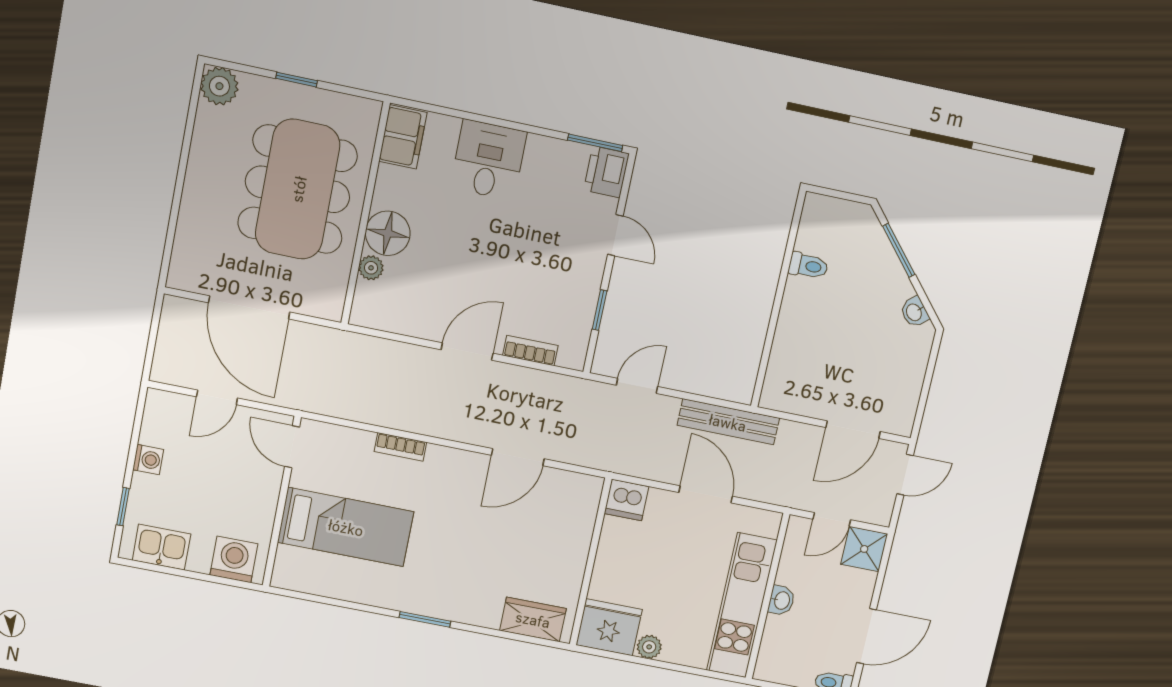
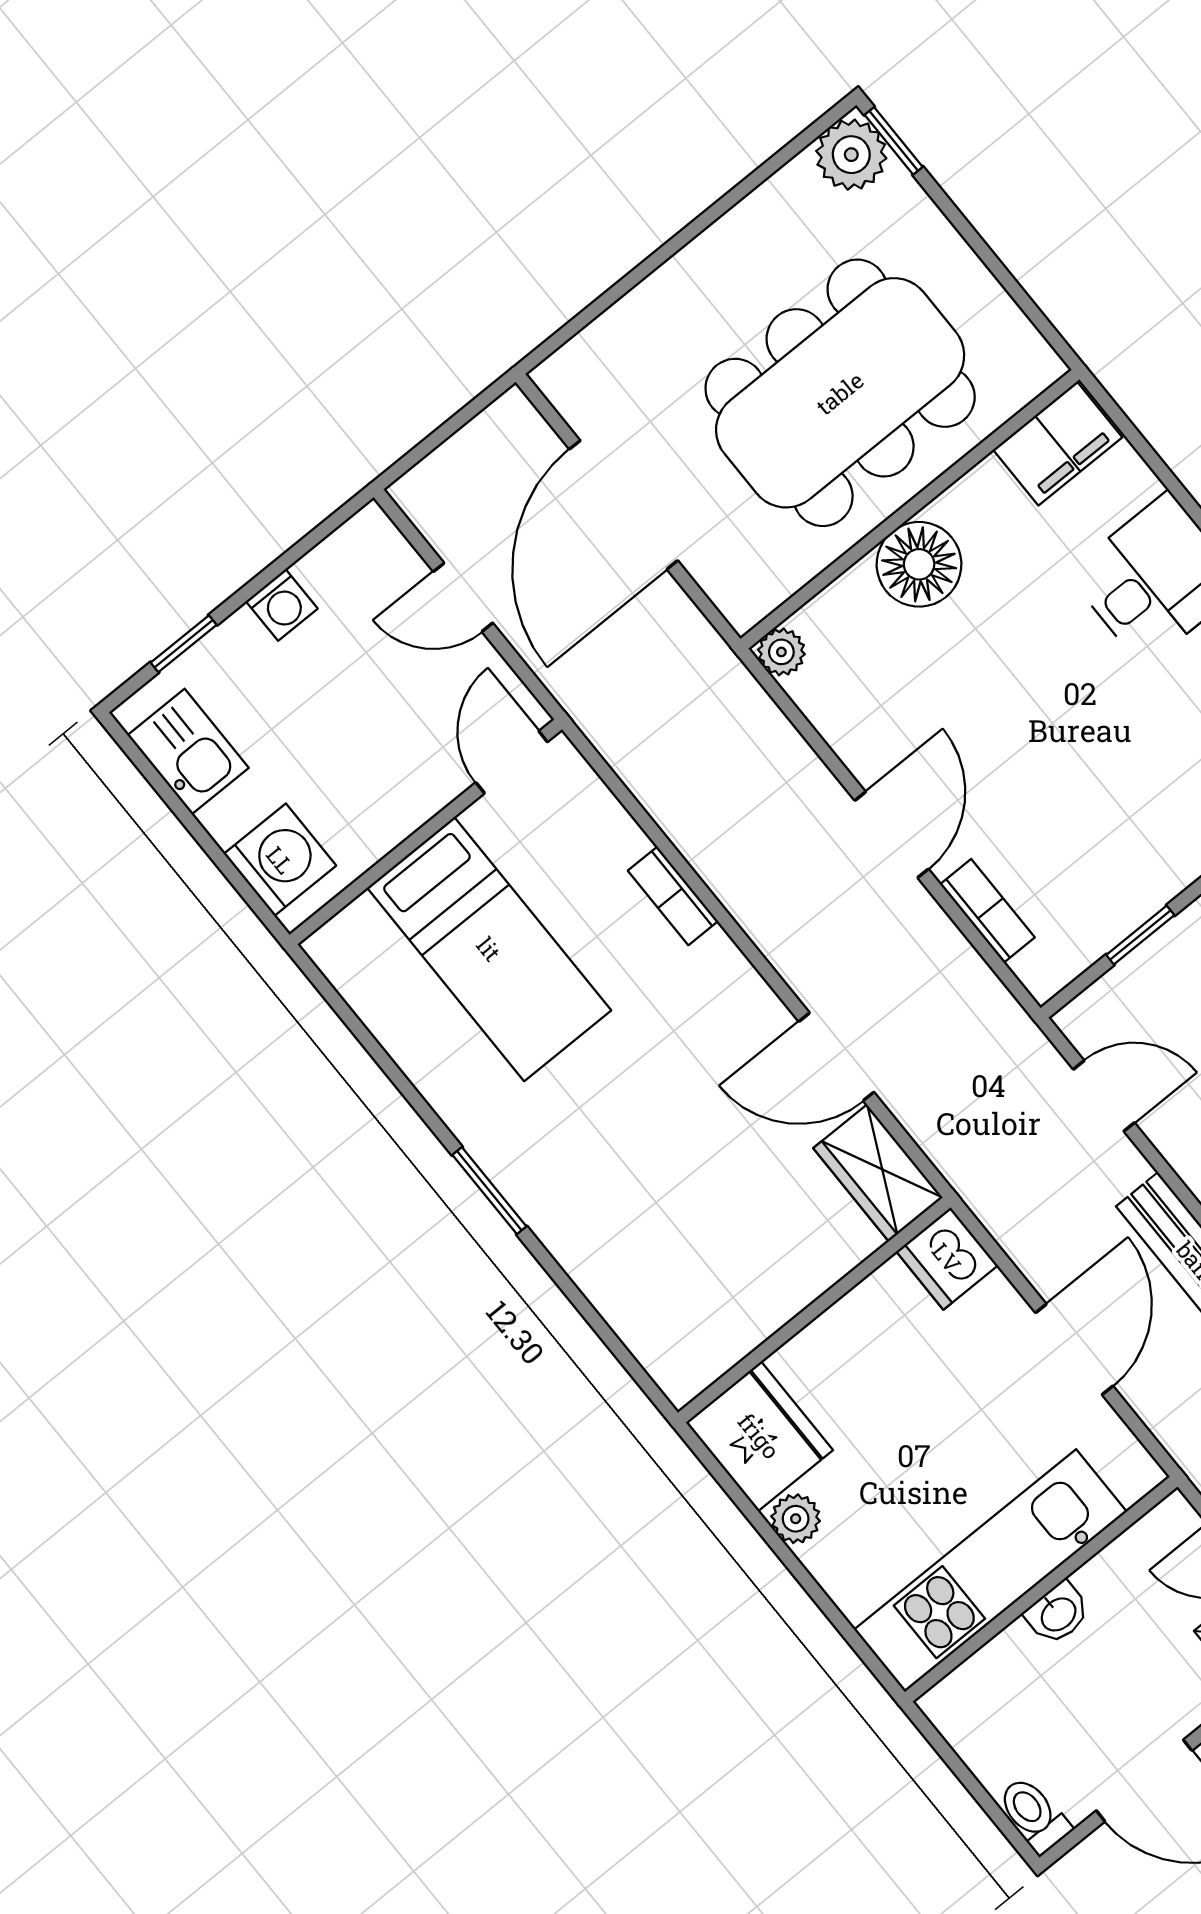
window: (297, 80) -> (894, 141), moved
plant: (371, 268) -> (781, 652), moved
door: (467, 352) -> (892, 835), hinge flipped
wardrobe: (533, 619) -> (878, 1173), moved, turned 180

